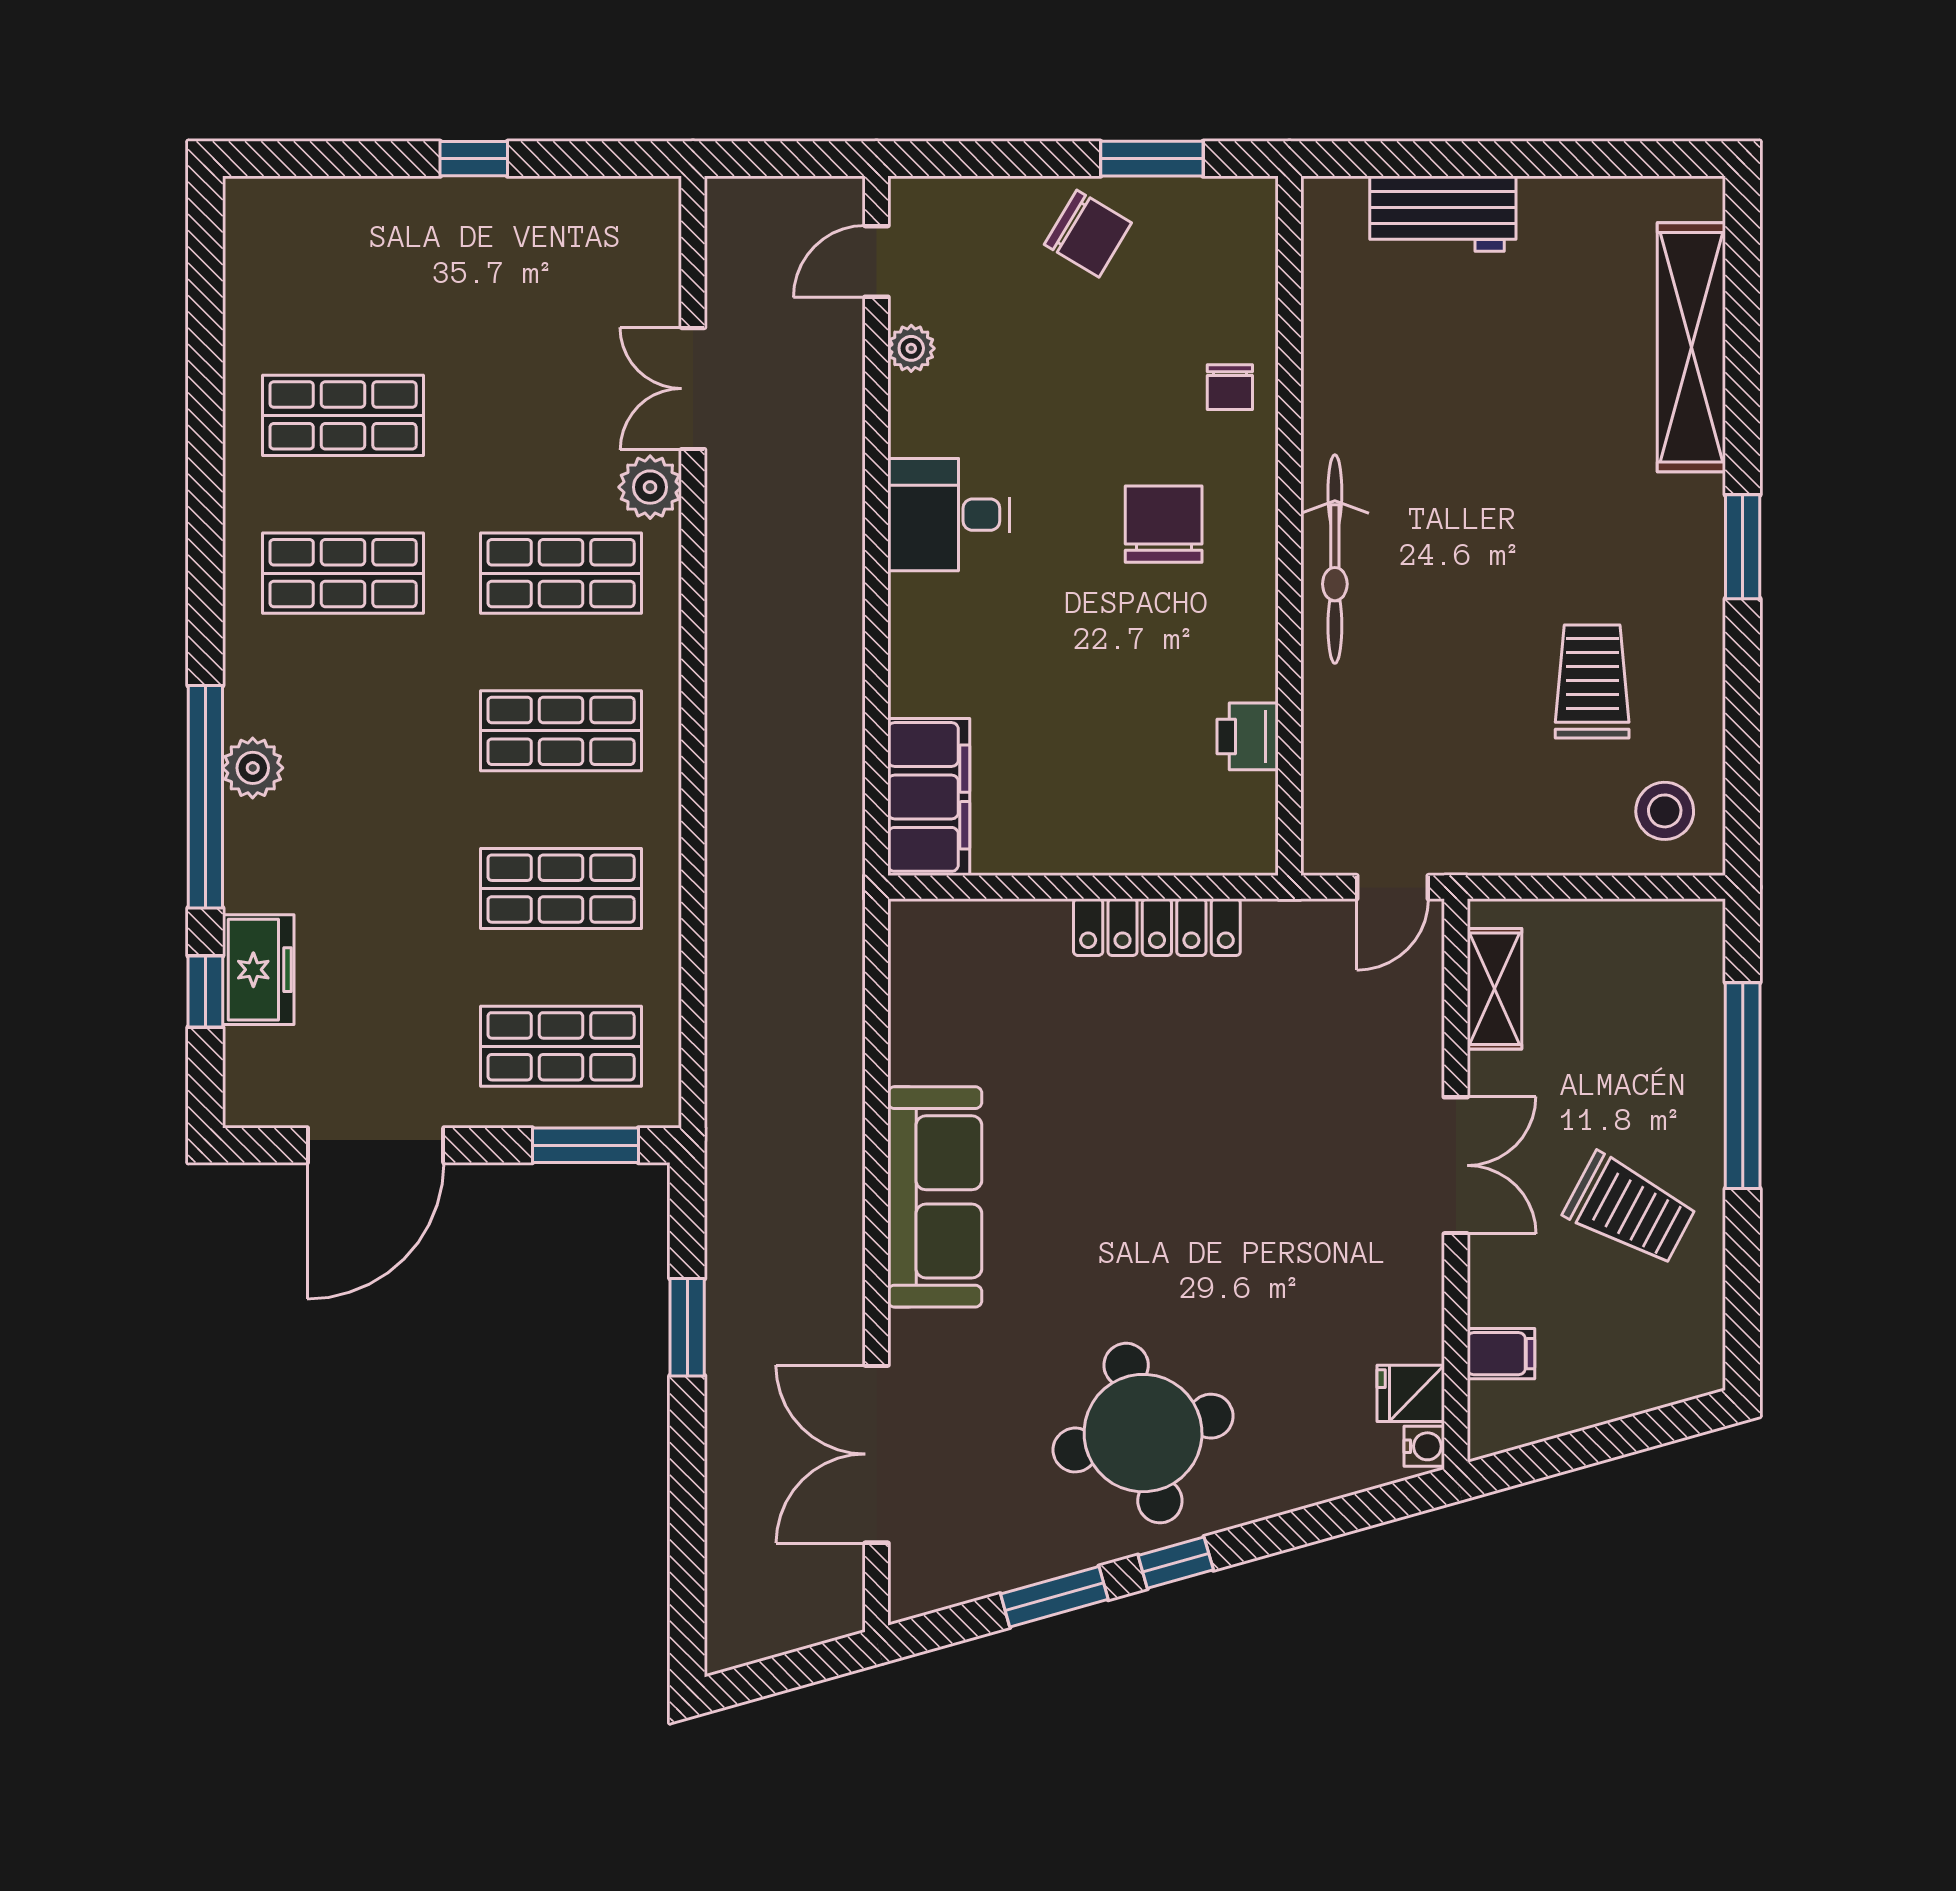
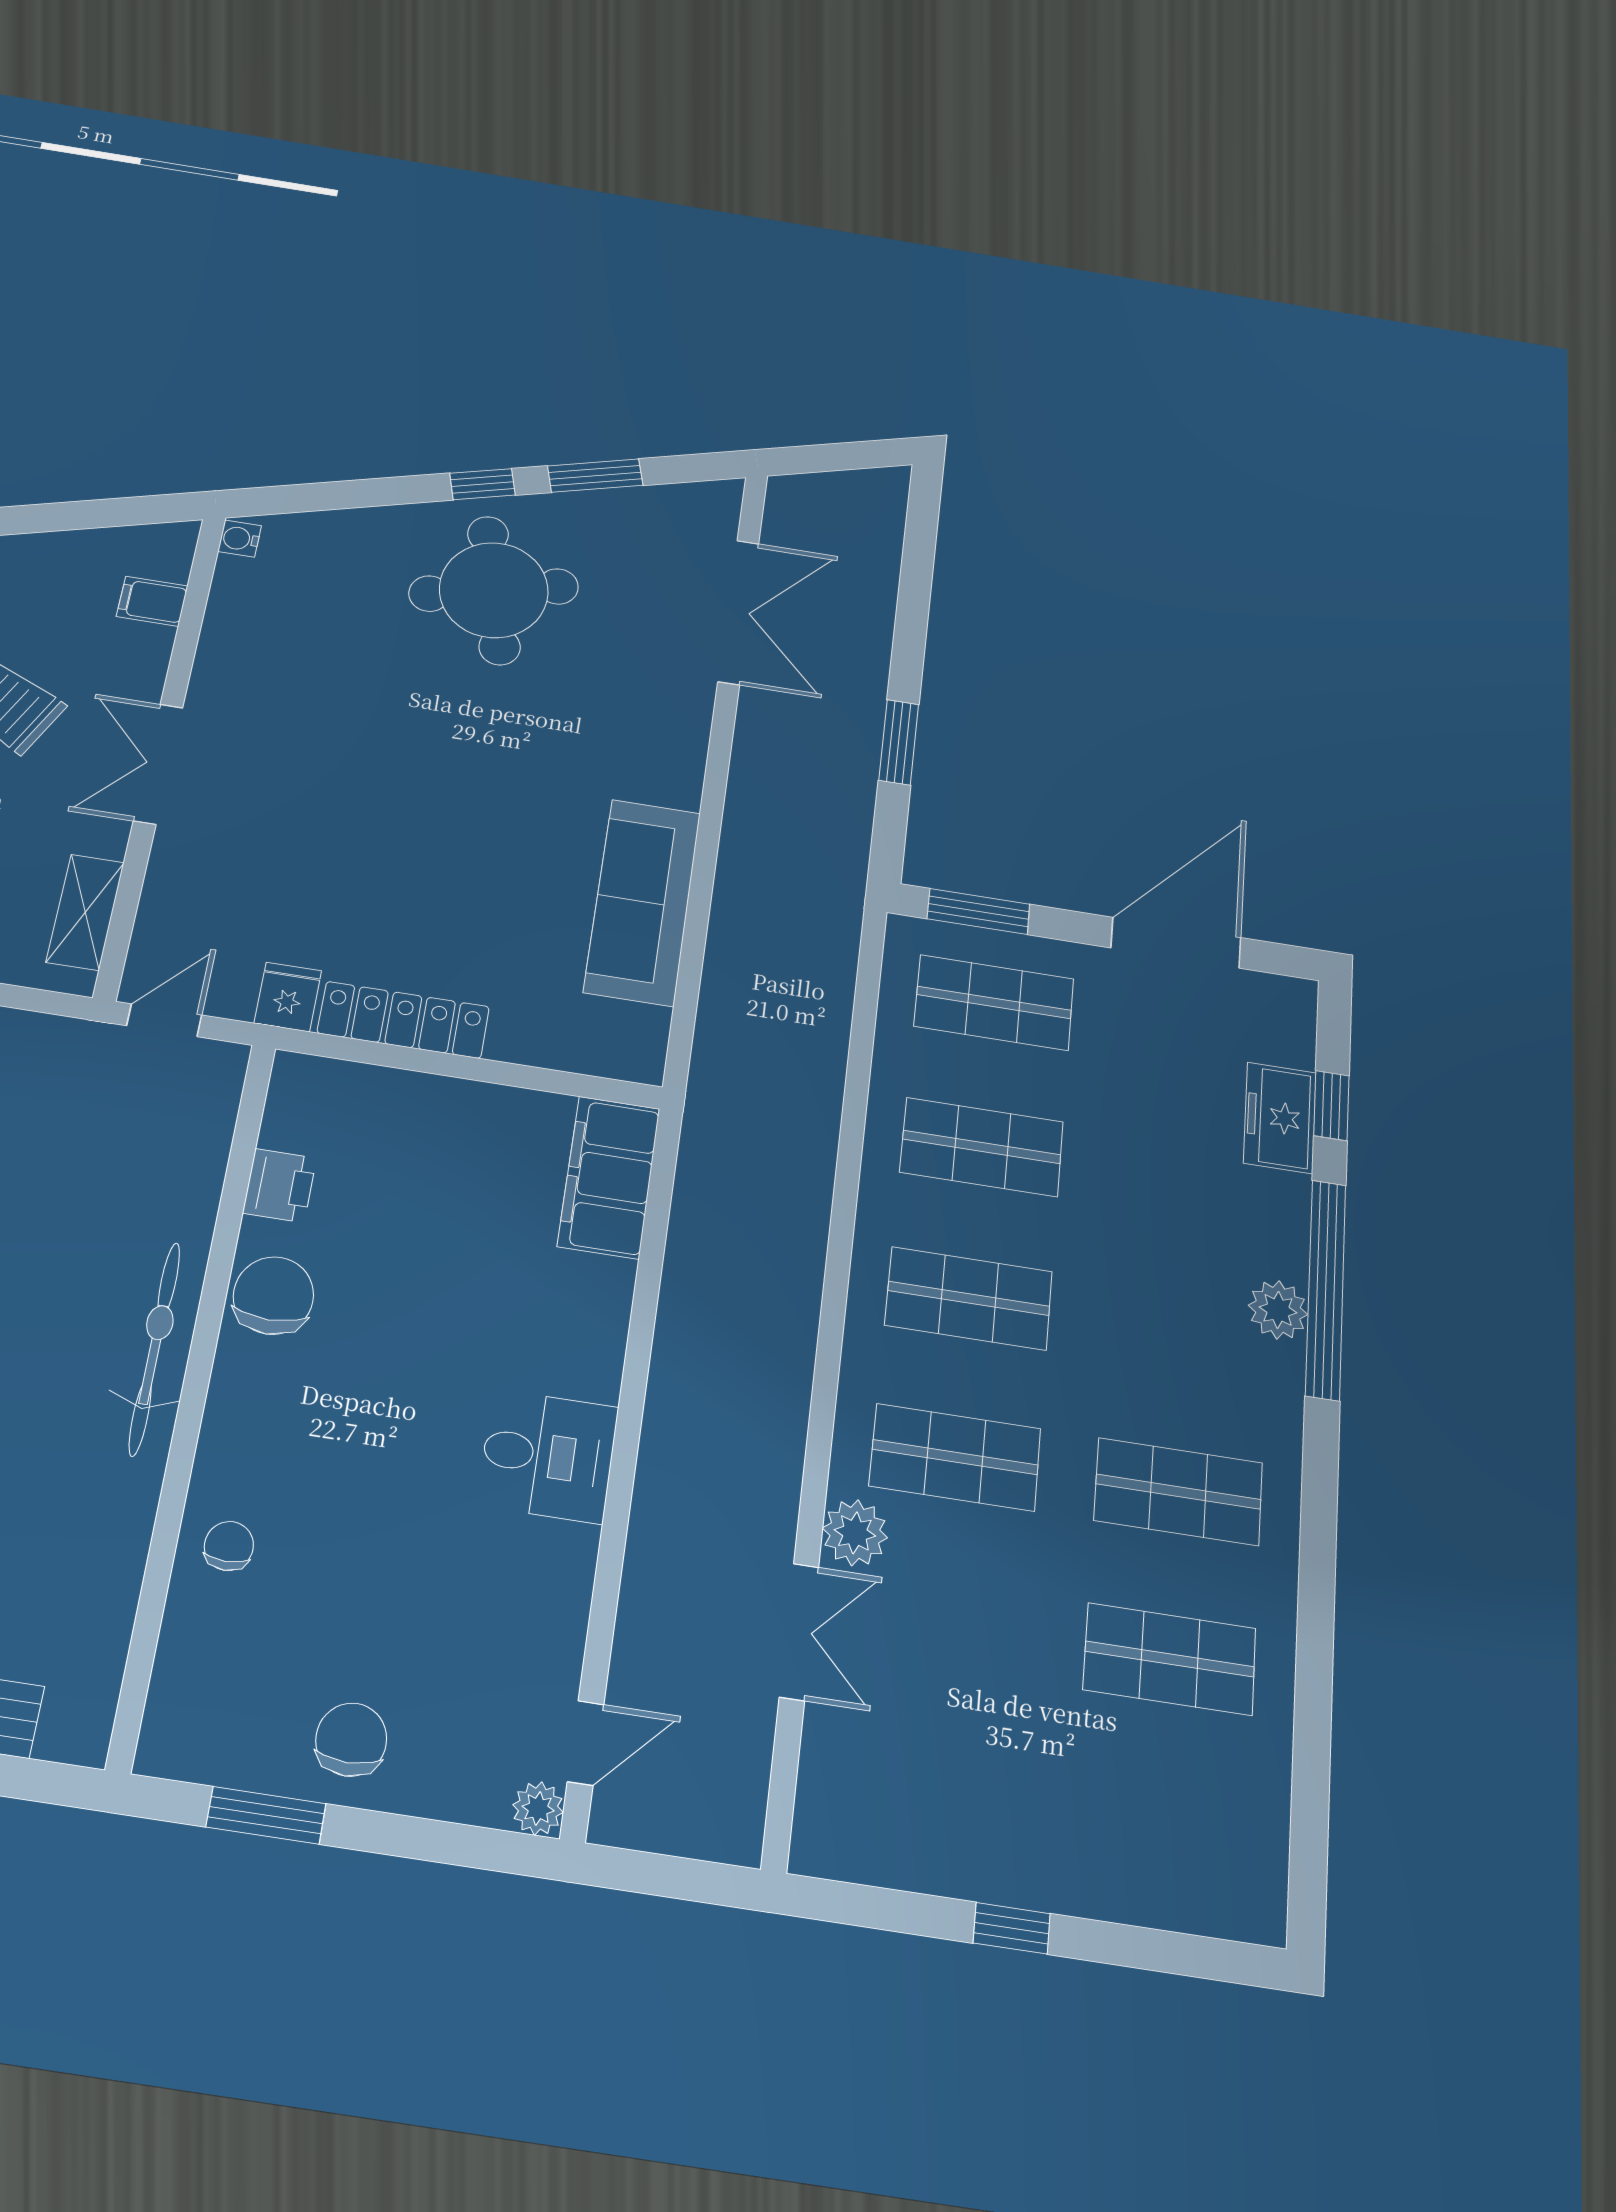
chair: (1088, 234) -> (351, 1740), turned 59
plant: (911, 348) -> (538, 1808), moved
chair: (1164, 524) -> (273, 1296), moved, turned 180
sofa: (935, 1197) -> (643, 902), moved
fridge: (1411, 1393) -> (288, 997), moved, turned -90

